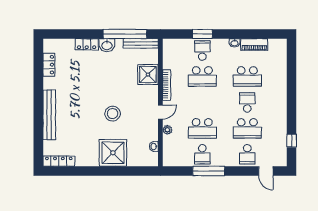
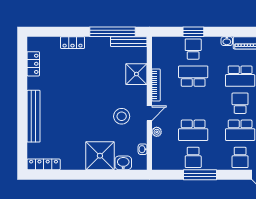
washbasin: (107, 45) -> (123, 163), moved, turned 180
school desk: (202, 76) -> (193, 76), turned 180
stool: (113, 114) -> (122, 116), moved

